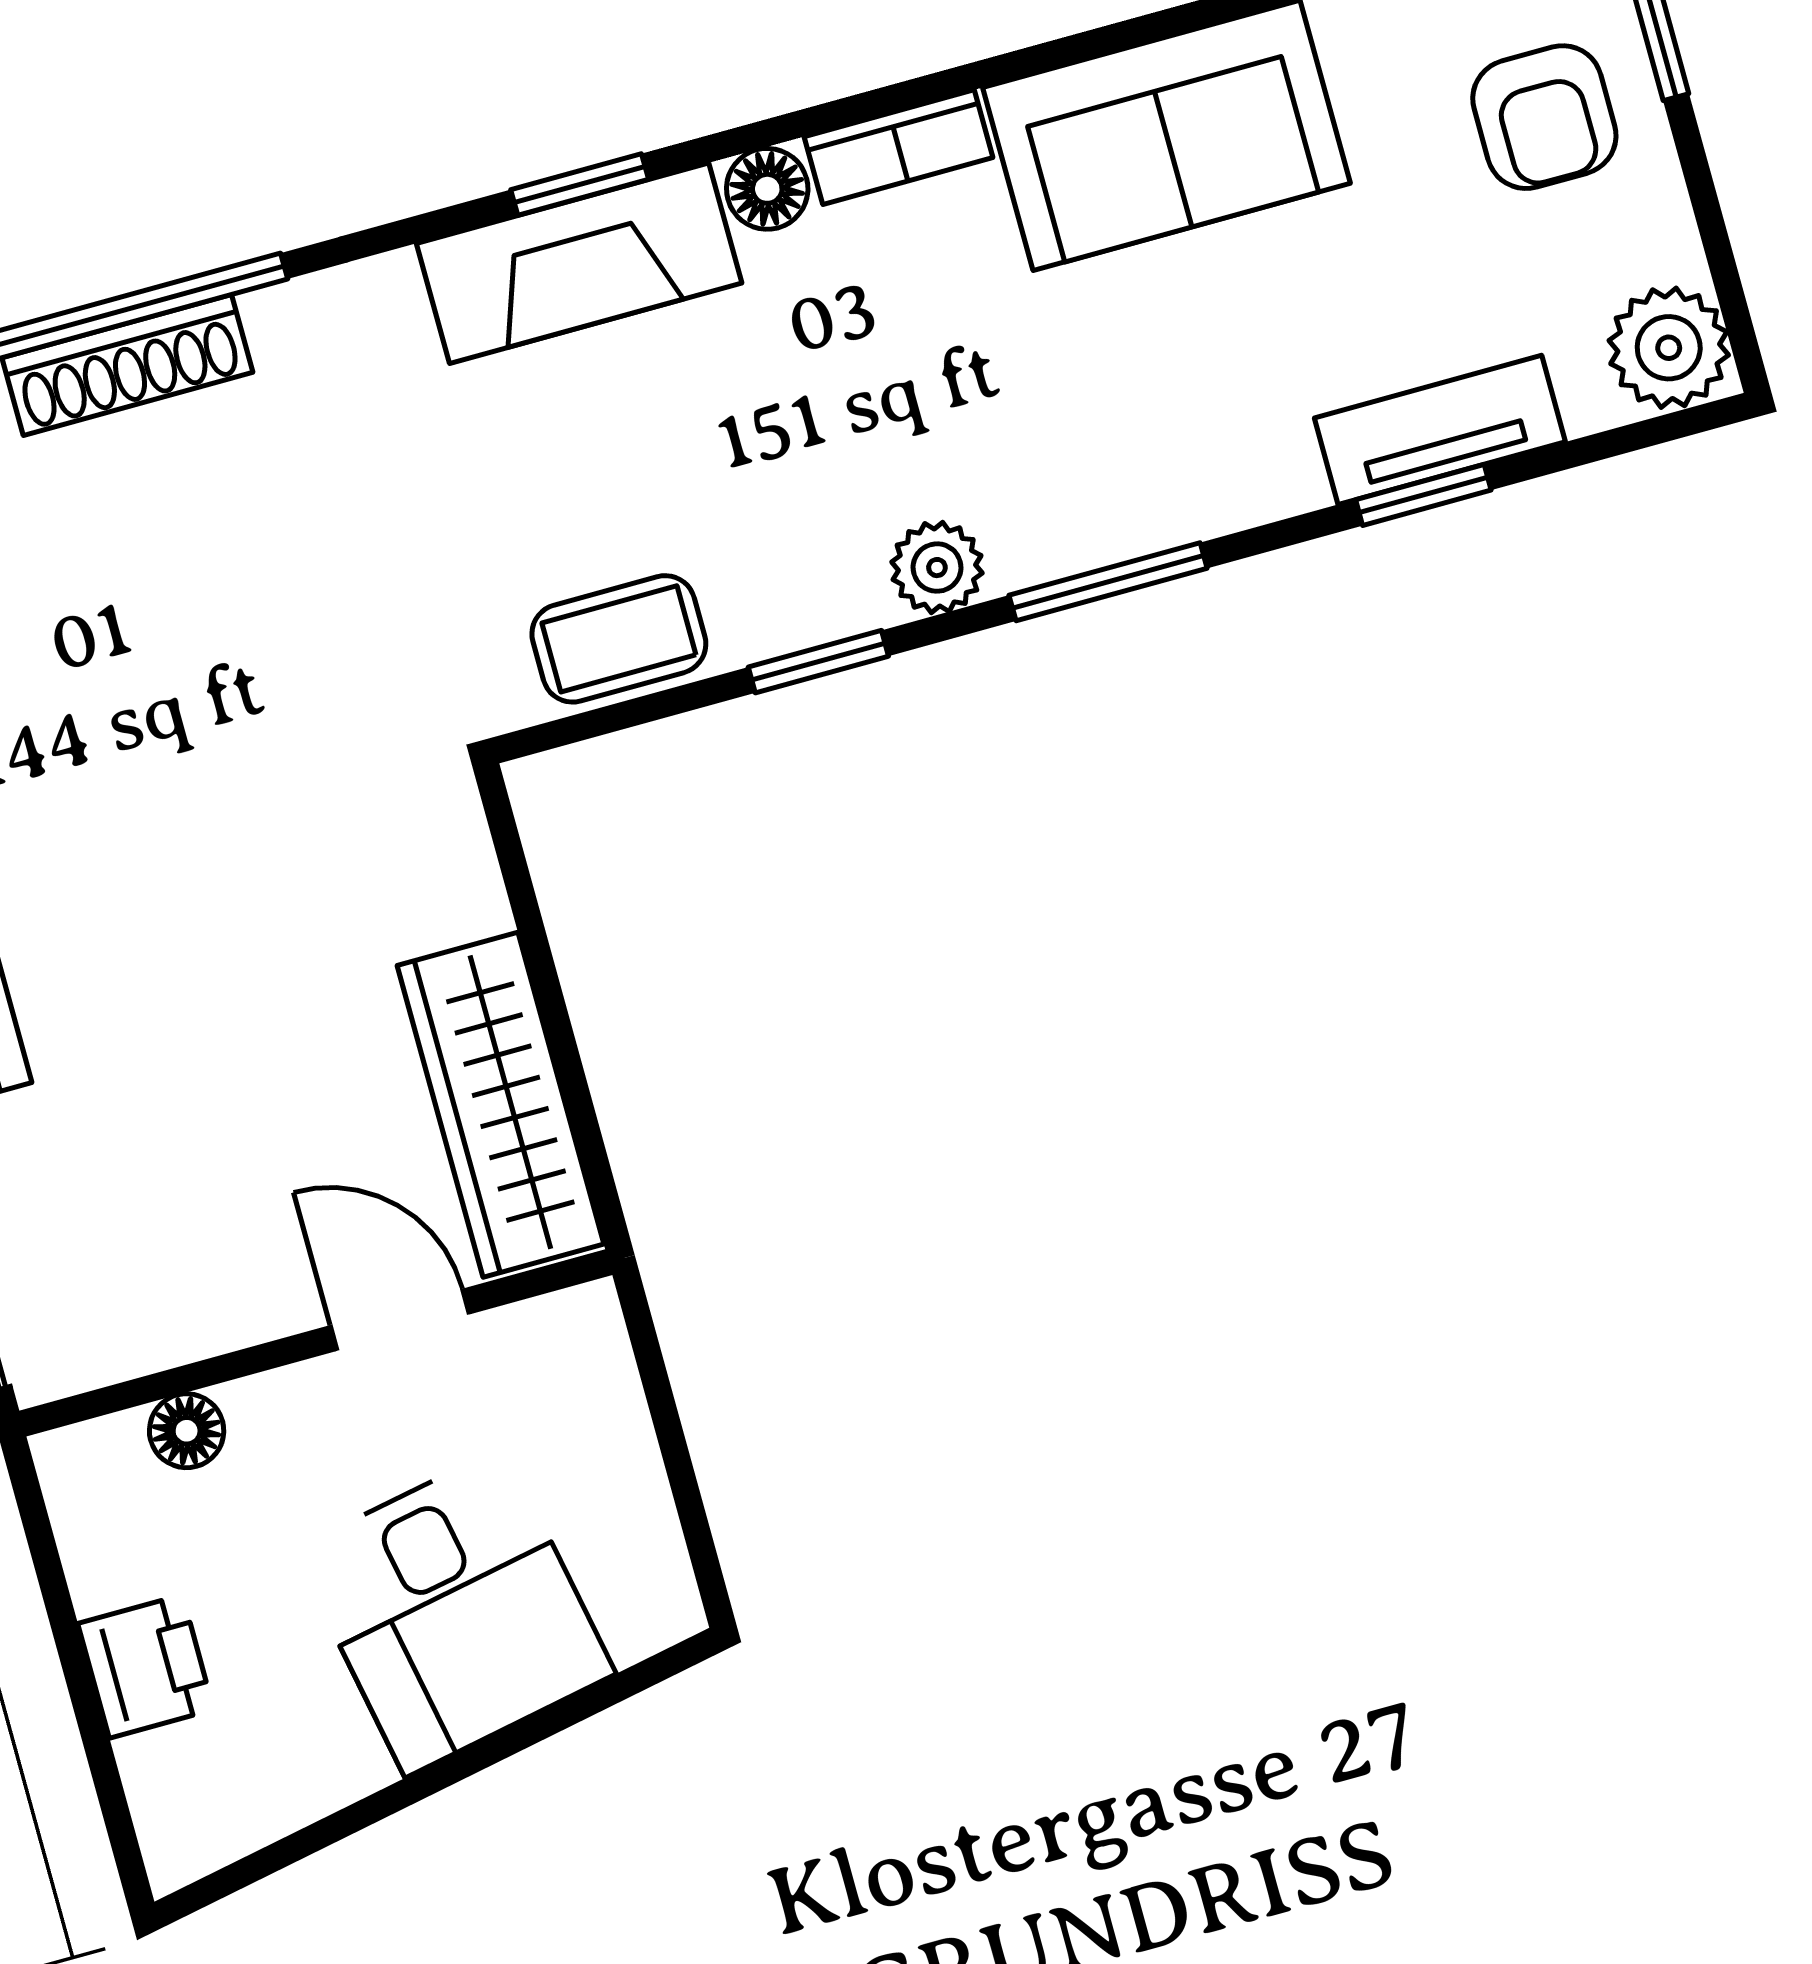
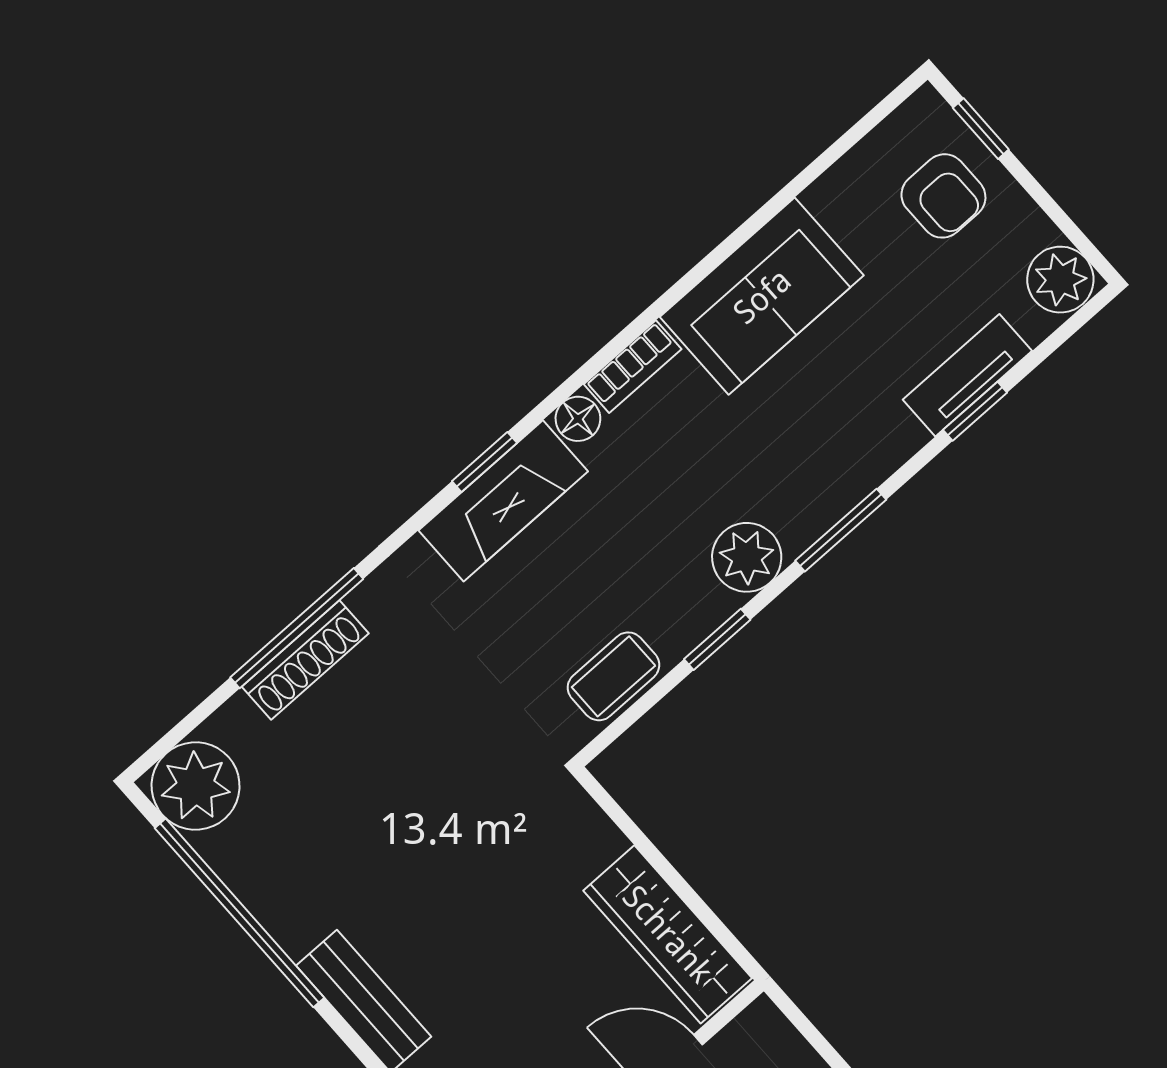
plant: (937, 568) -> (747, 557), width x1.38, depth x1.38

